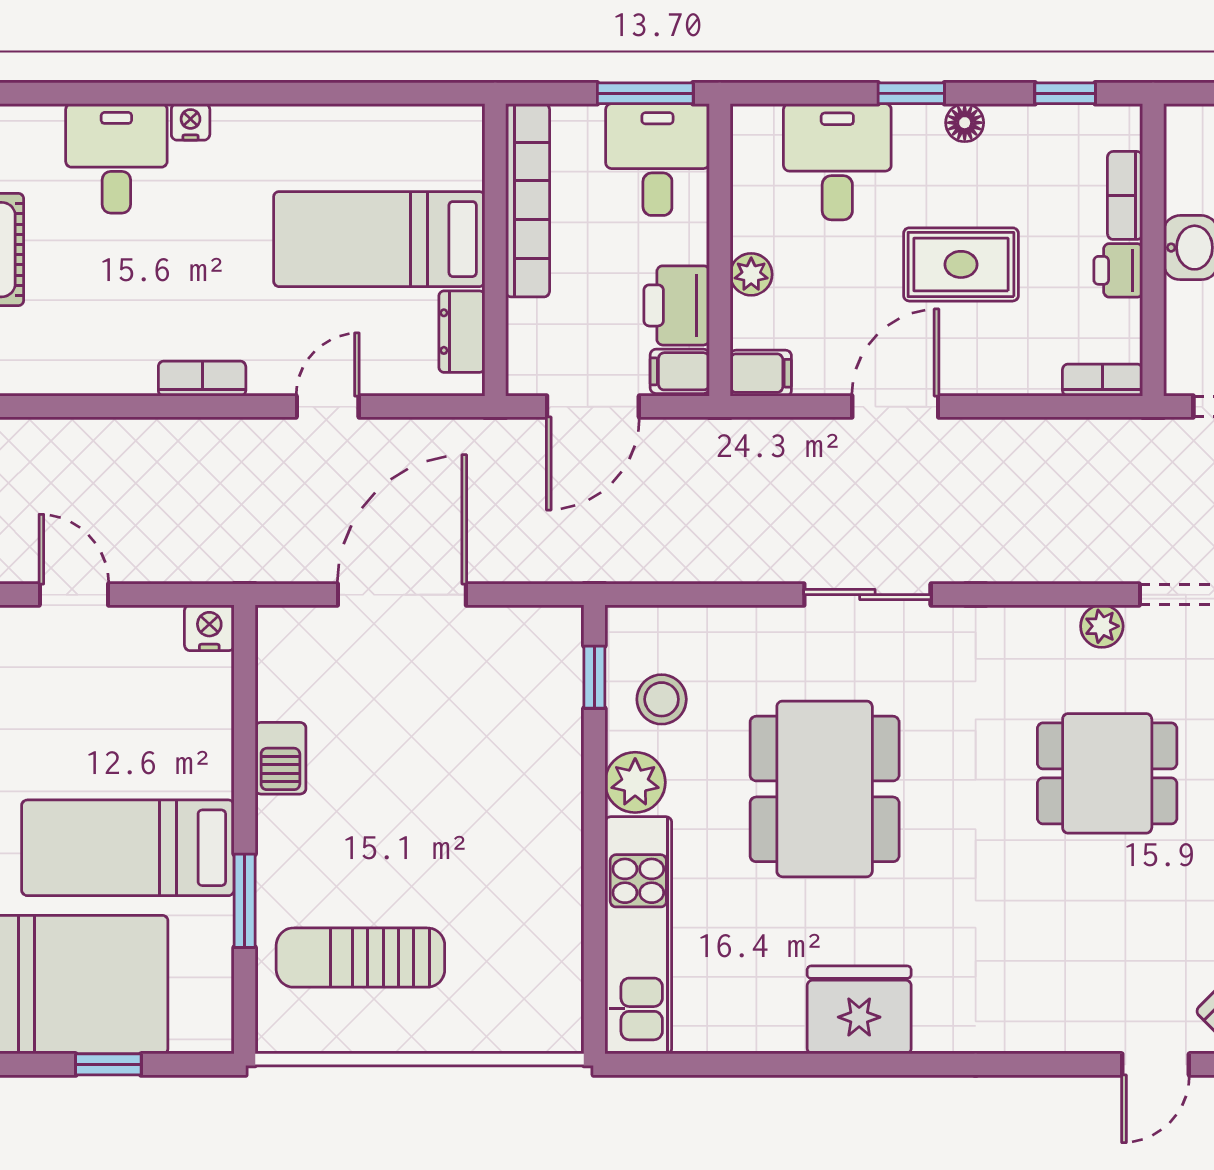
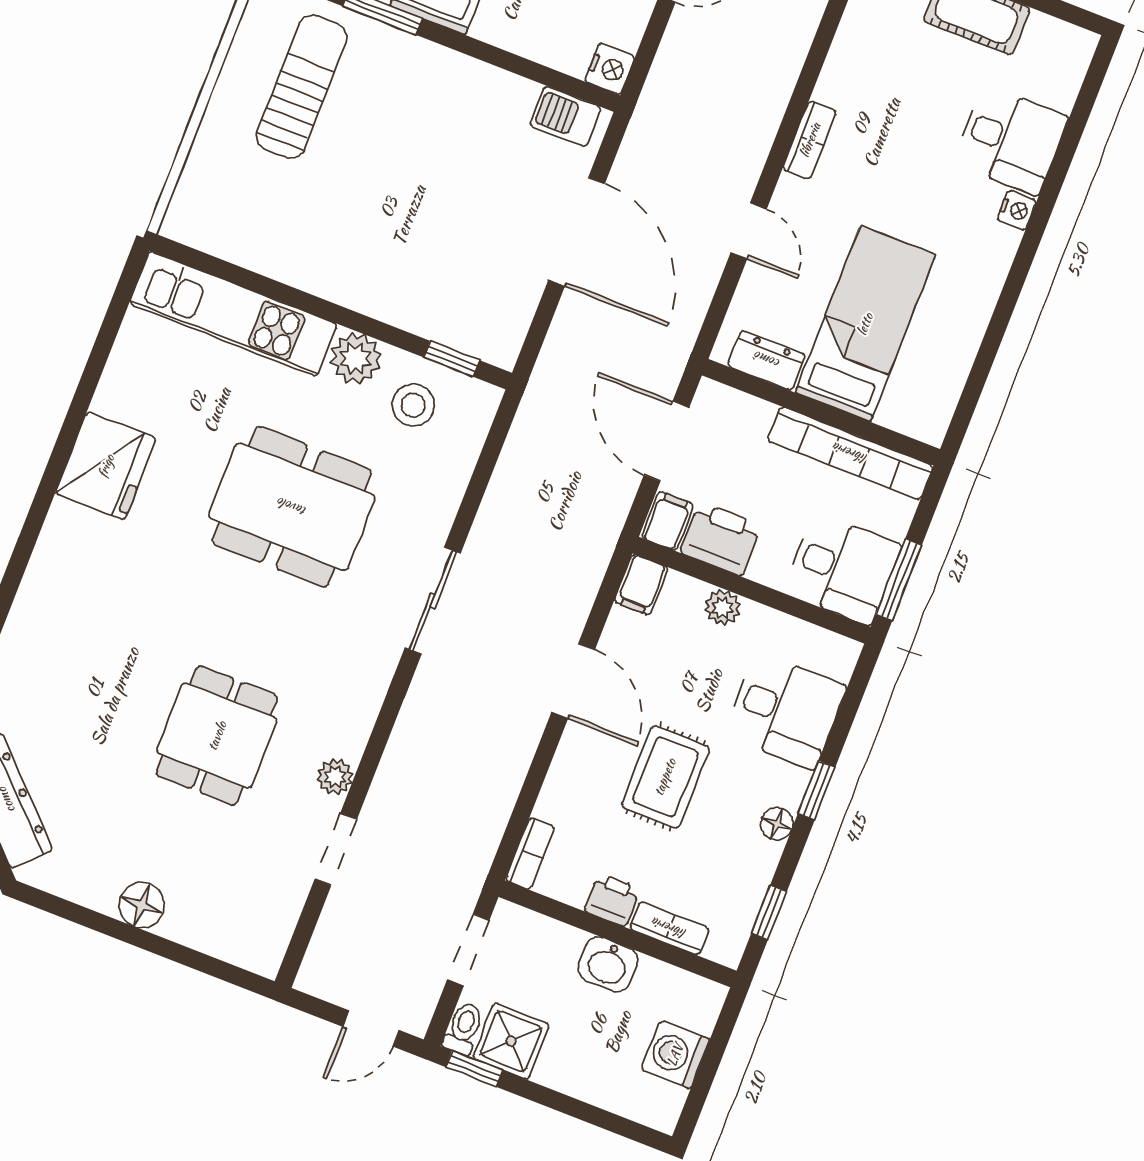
barbecue: (280, 758) -> (565, 116), moved

